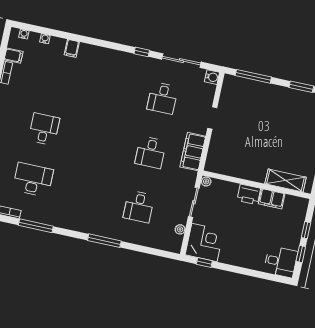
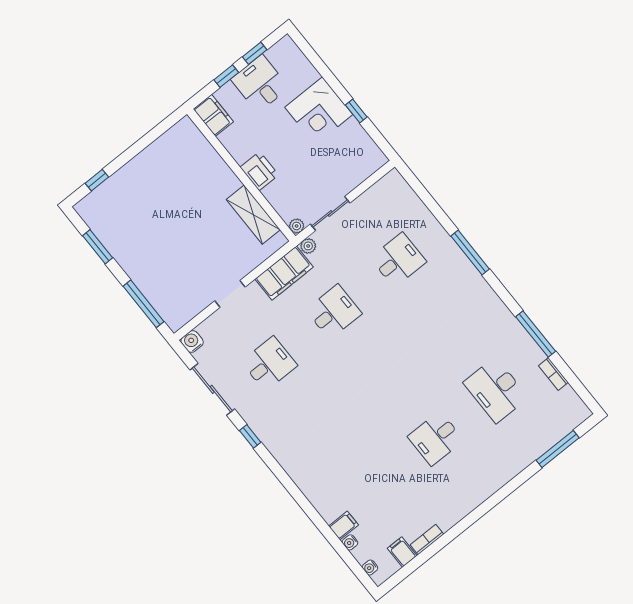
filing cabinet: (72, 48) -> (343, 526), moved
shelving: (286, 180) -> (253, 215), moved
filing cabinet: (272, 199) -> (213, 115), moved
plant: (180, 229) -> (308, 246), moved
corner desk: (204, 243) -> (319, 111), moved, turned -90
desk: (281, 262) -> (260, 84), moved
window: (204, 263) -> (356, 111), moved

